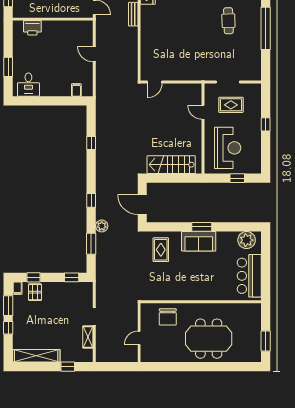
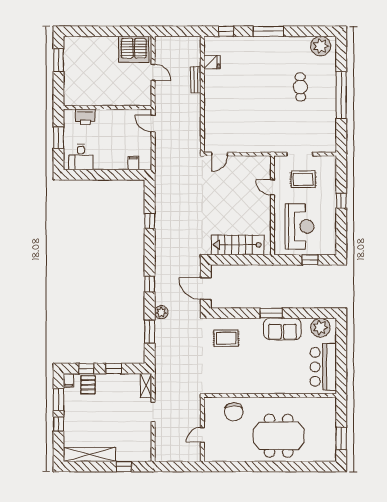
wall: (53, 19) -> (108, 107), moved
printer: (32, 28) -> (85, 117), moved
sofa: (199, 241) -> (282, 329), moved
rug: (161, 250) -> (226, 338), turned 90
window: (72, 277) -> (114, 369), moved
shelving: (88, 337) -> (146, 386), moved

